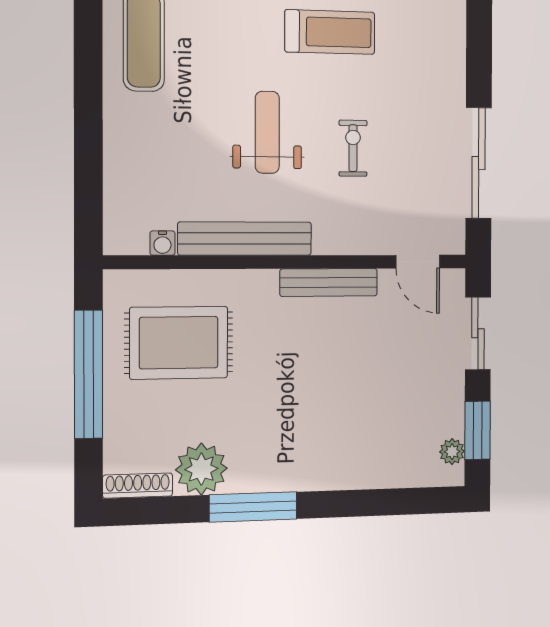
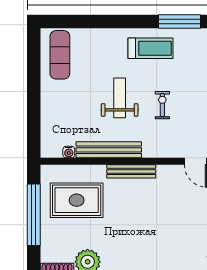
bench: (329, 282) -> (131, 171), moved

